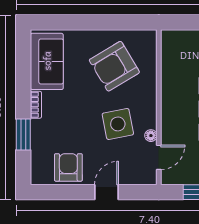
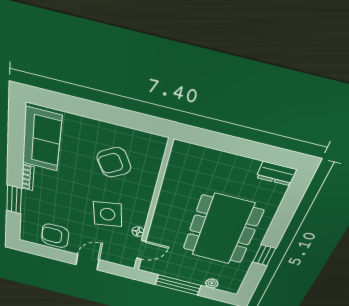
armchair: (114, 66) -> (114, 162), width x0.73, depth x0.73
armchair: (68, 167) -> (55, 236), turned -90

